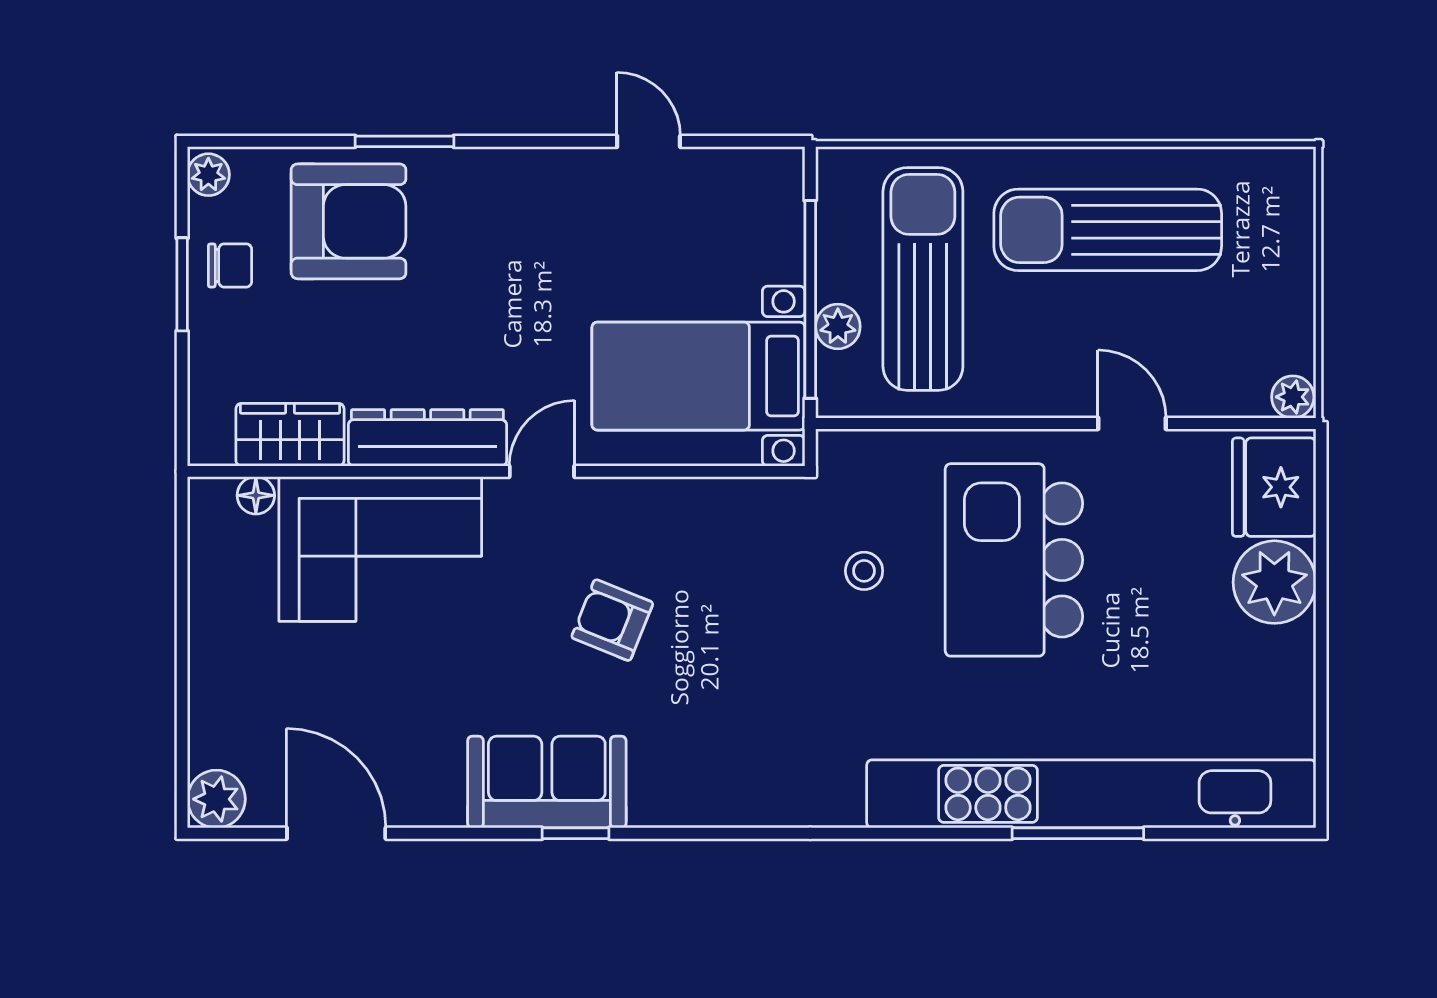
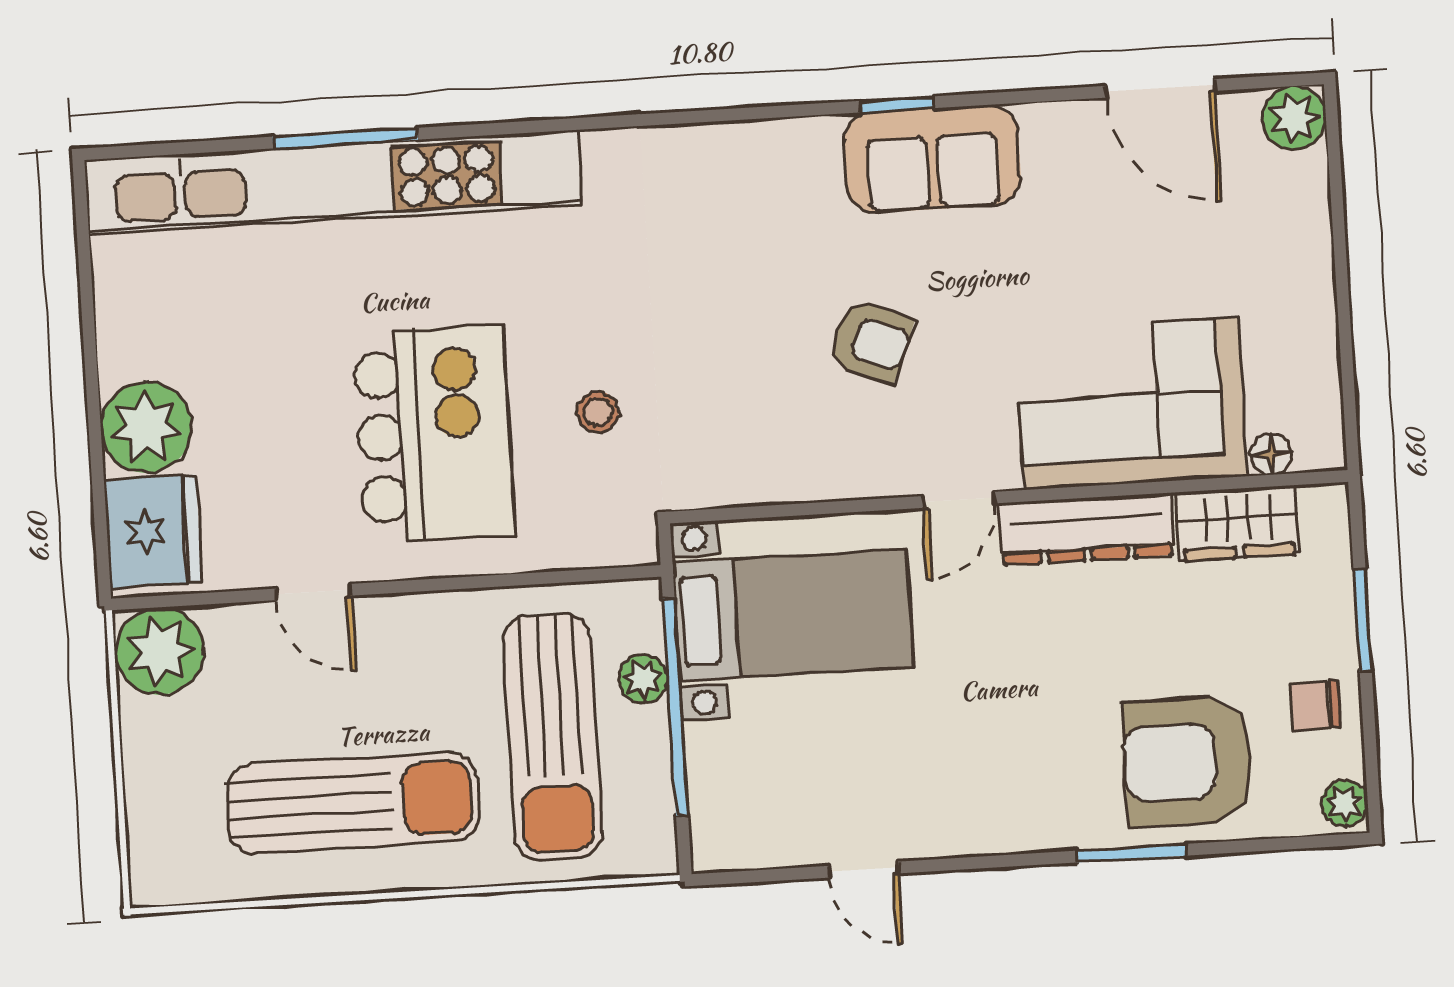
window: (182, 284) -> (1363, 620), moved
plant: (1293, 397) -> (160, 651), width x1.87, depth x1.87

